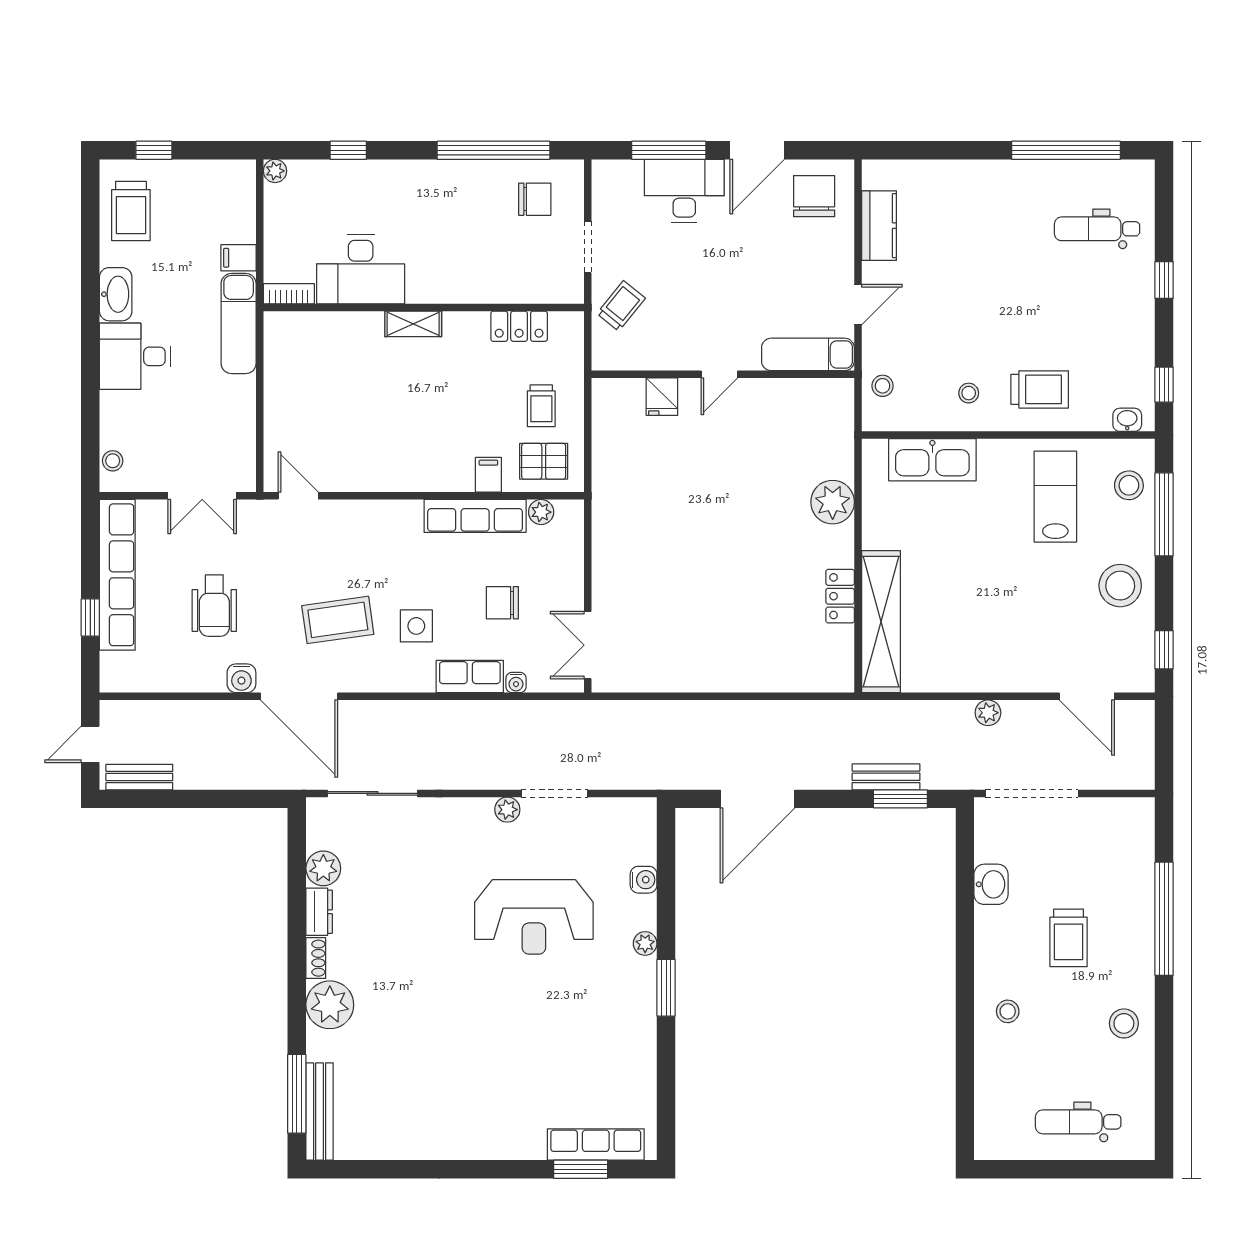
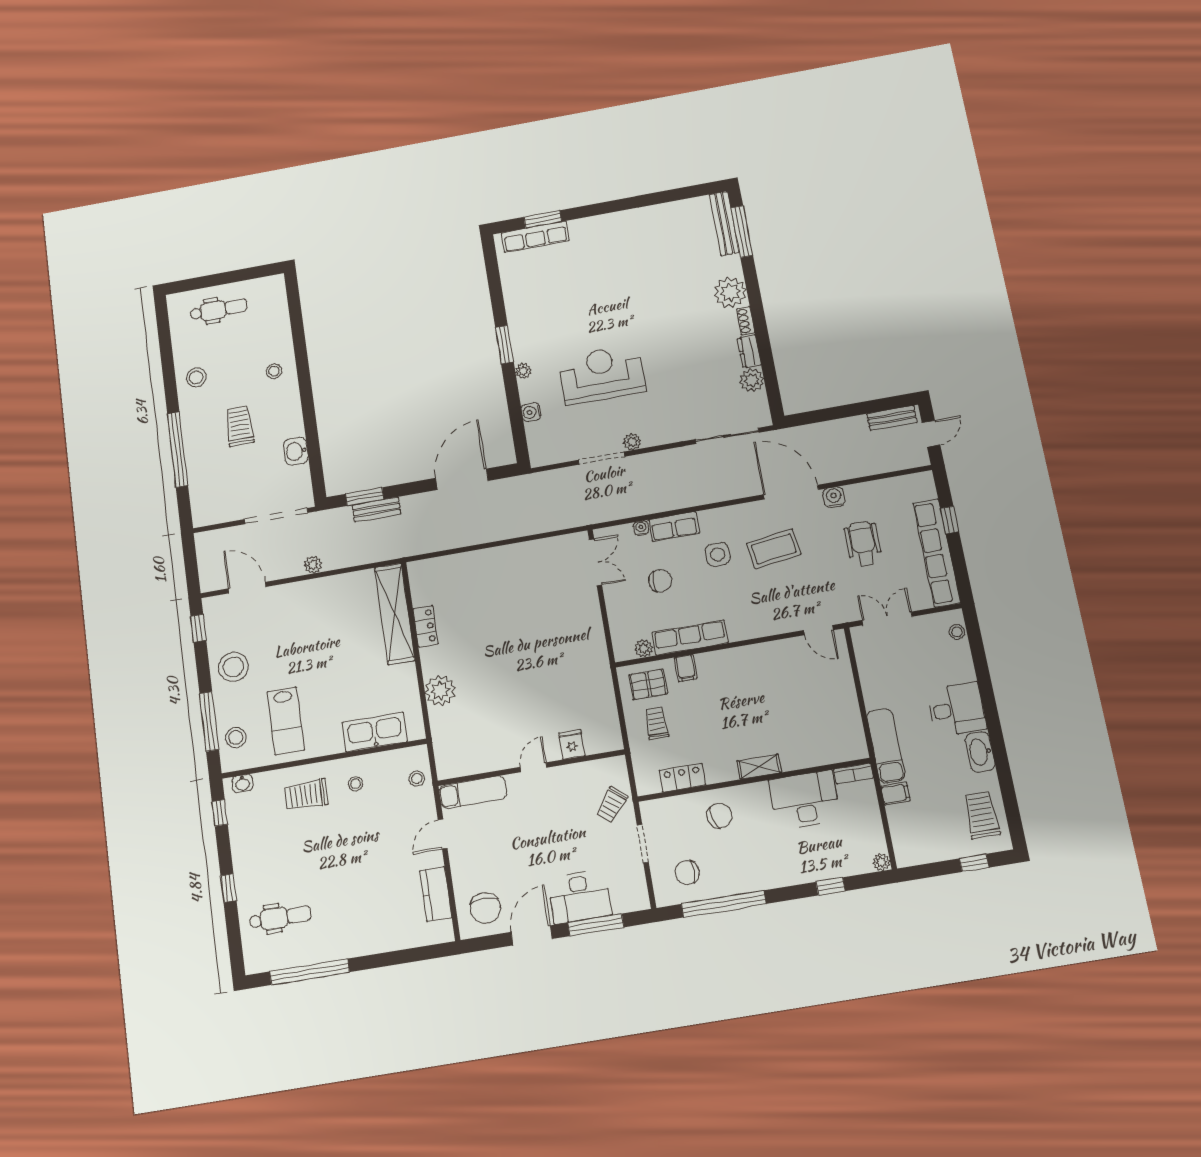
chair: (478, 267) -> (719, 816), added

